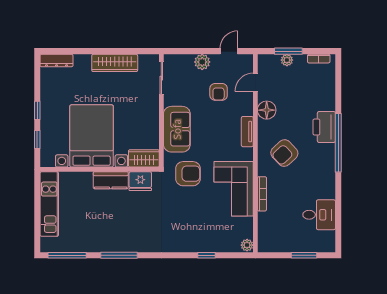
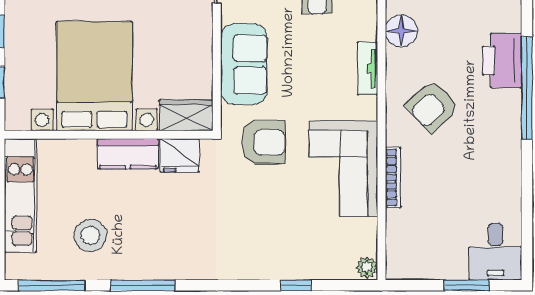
desk: (319, 215) -> (495, 252), moved, turned 90
stool: (89, 227) -> (90, 235), added

